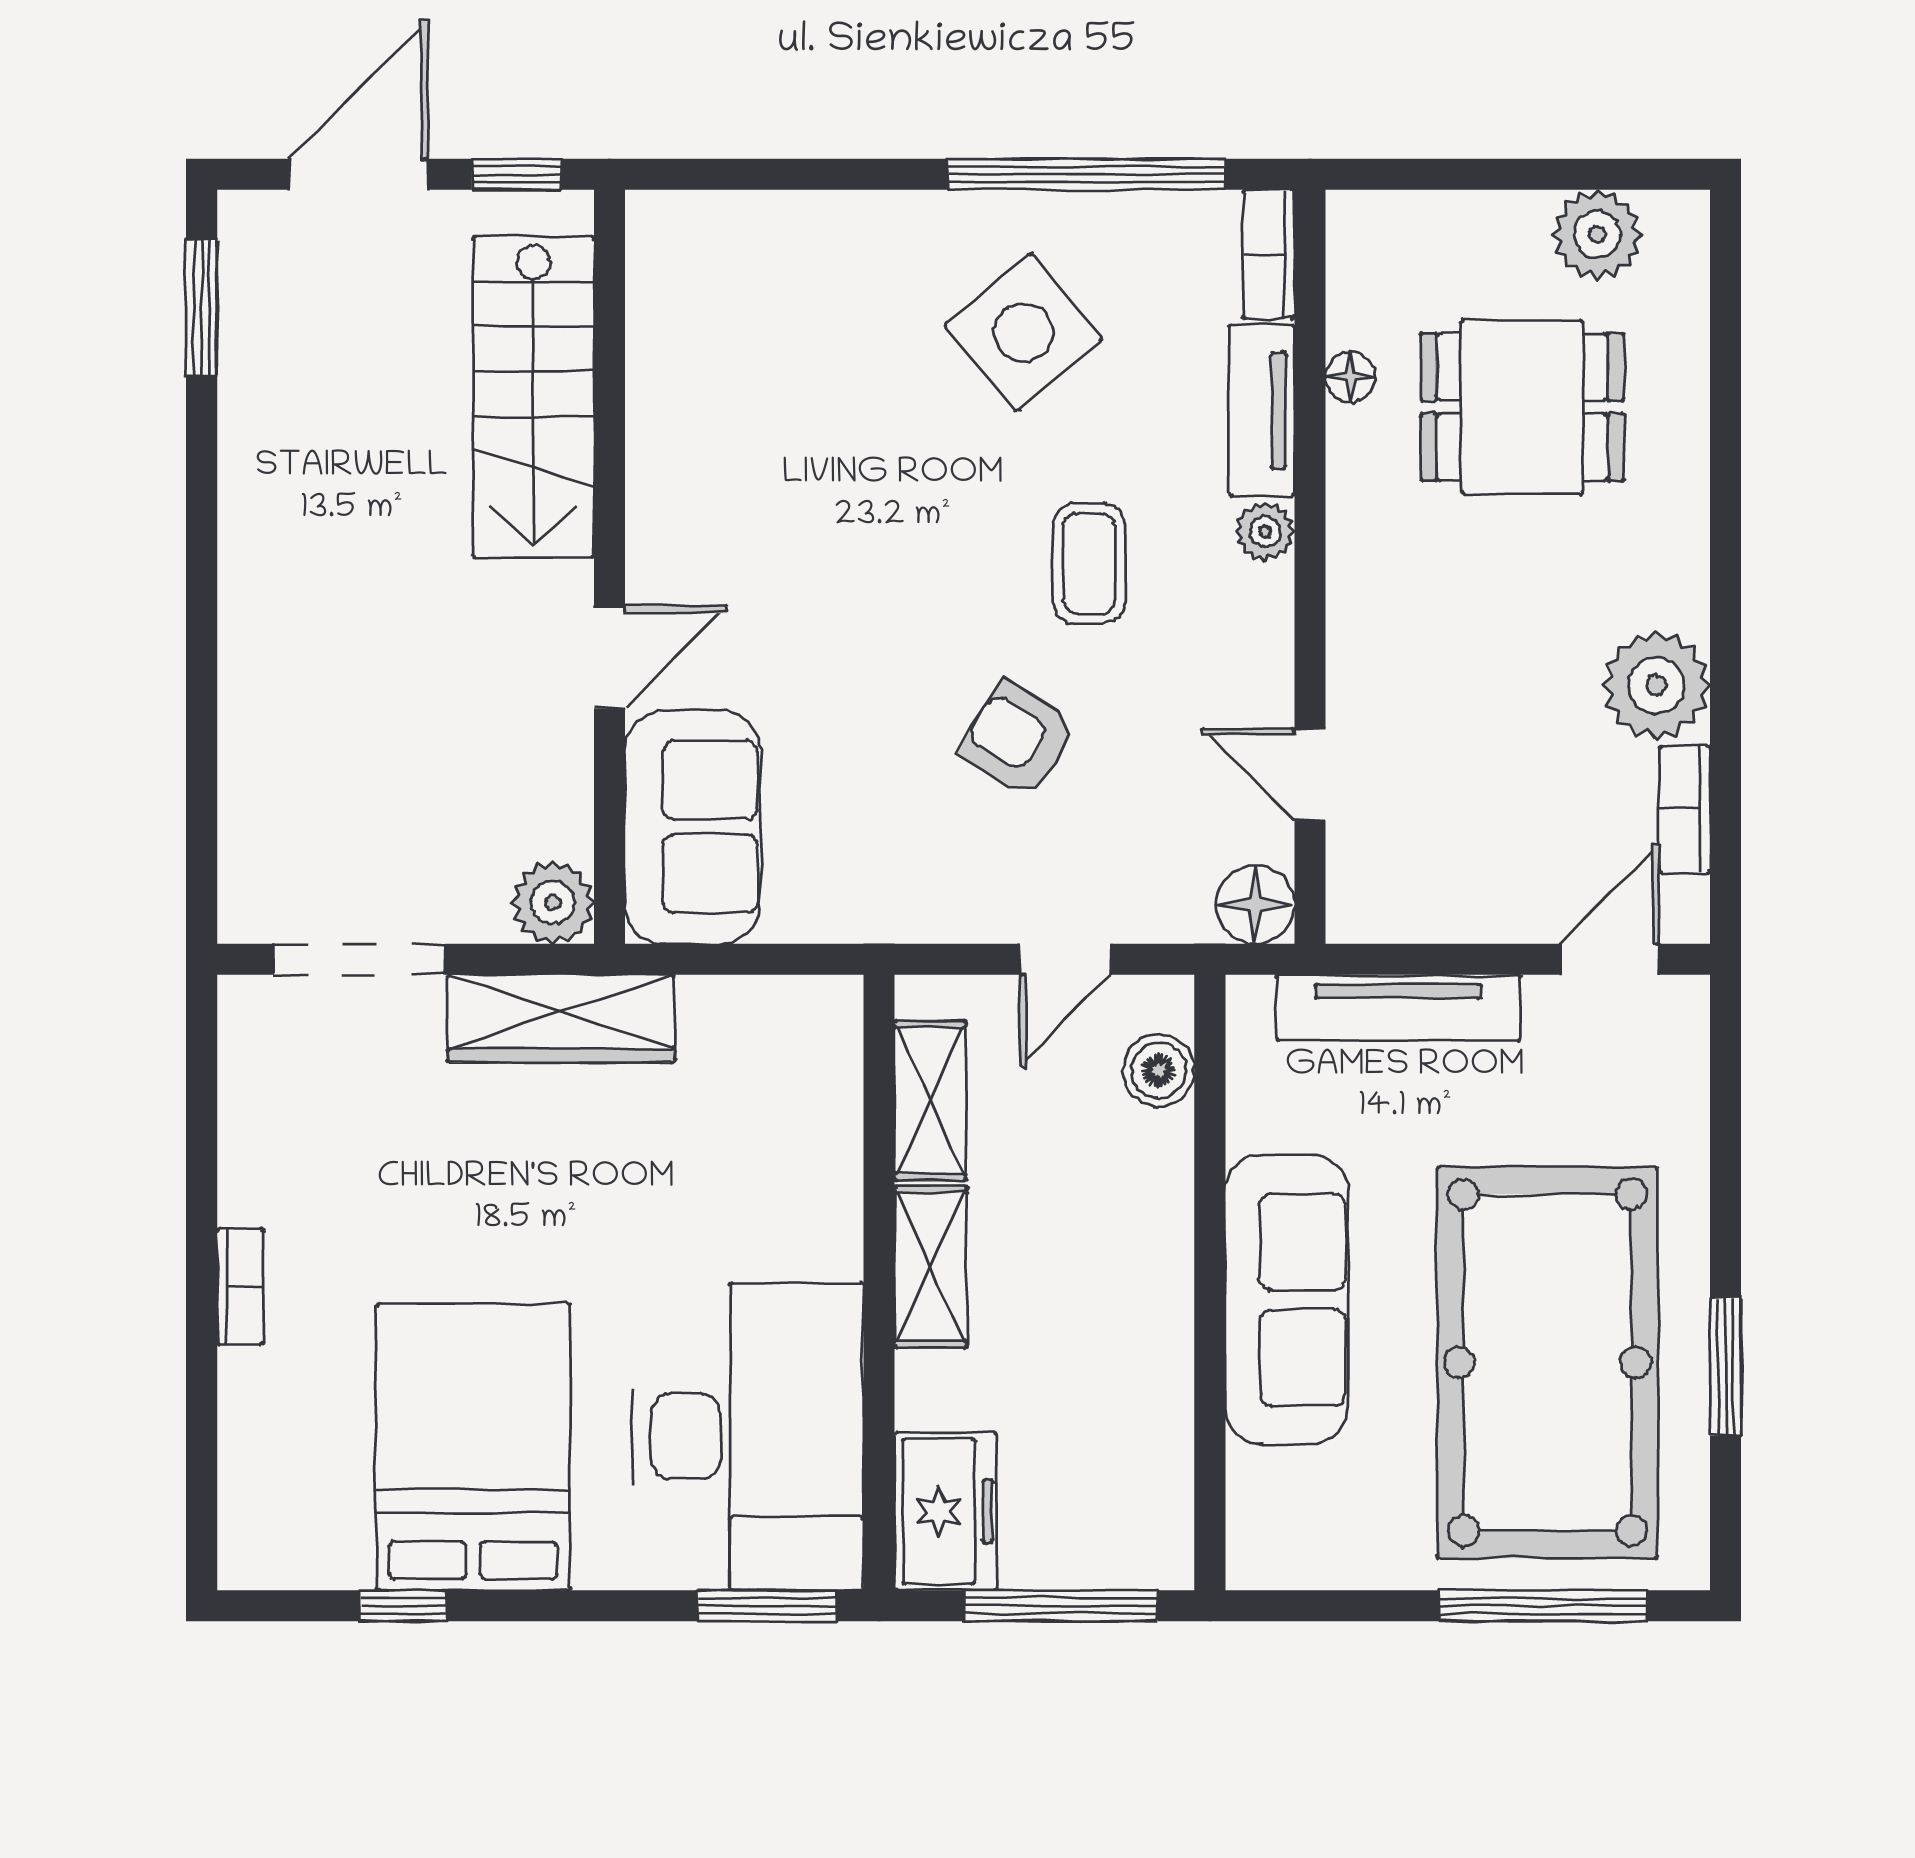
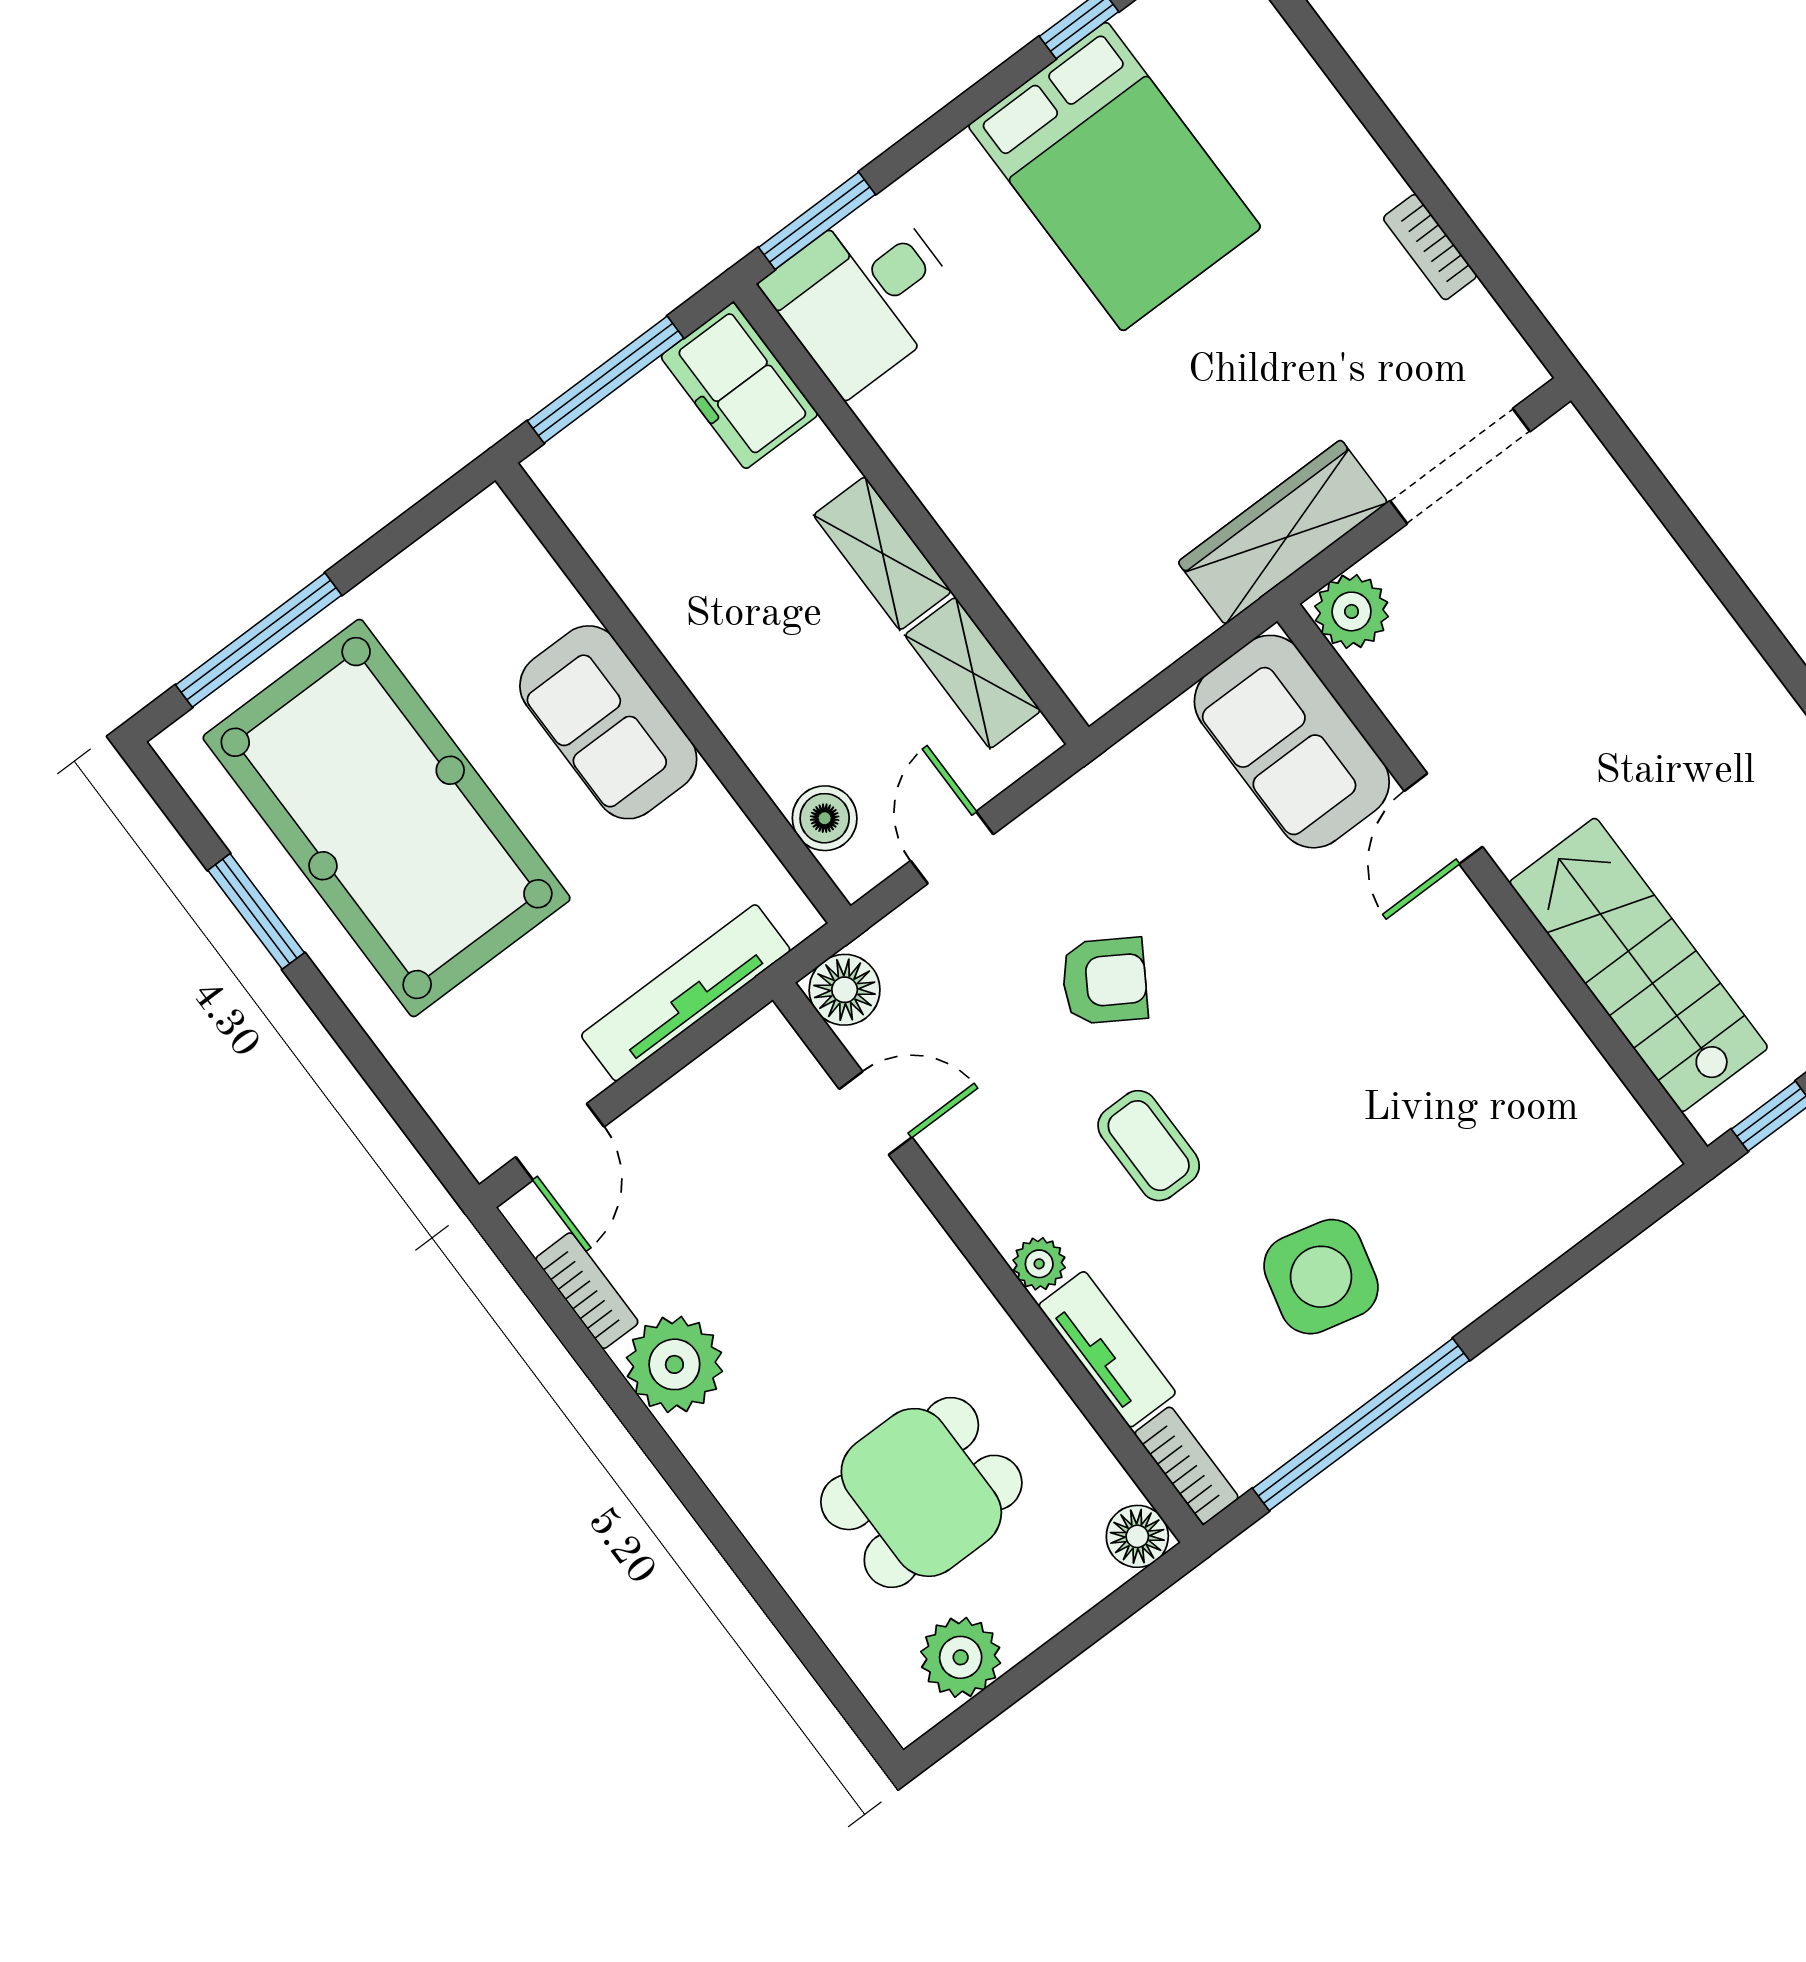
side table: (1023, 332) -> (1321, 1277), turned -36
floor lamp: (1350, 377) -> (1137, 1536), moved, width x1.37, depth x1.37
bookcase: (240, 1286) -> (1430, 247), moved
sofa: (1287, 1300) -> (608, 722), width x0.73
desk: (748, 1436) -> (864, 295), width x0.53, depth x0.77

